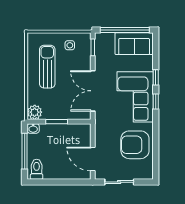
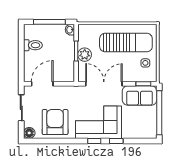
sofa: (134, 44) -> (140, 95), moved, turned -90
sun lounger: (47, 67) -> (126, 43), width x1.36, depth x1.34
plant: (35, 112) -> (85, 55), moved
toilet: (37, 169) -> (33, 45), moved
floor lamp: (147, 173) -> (29, 133), added

